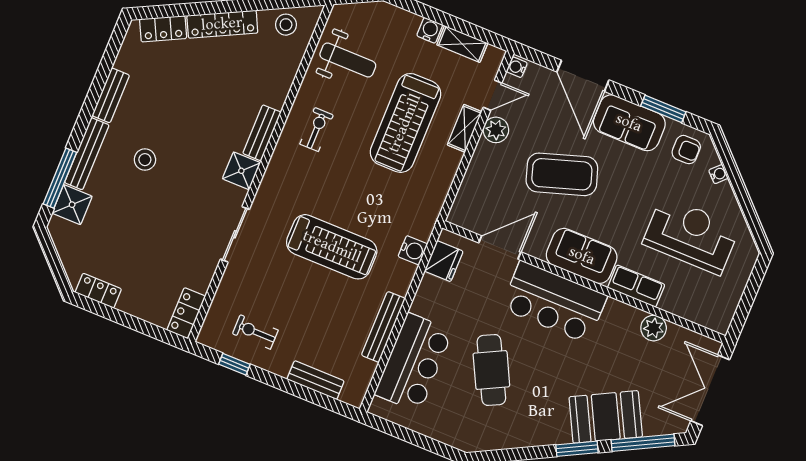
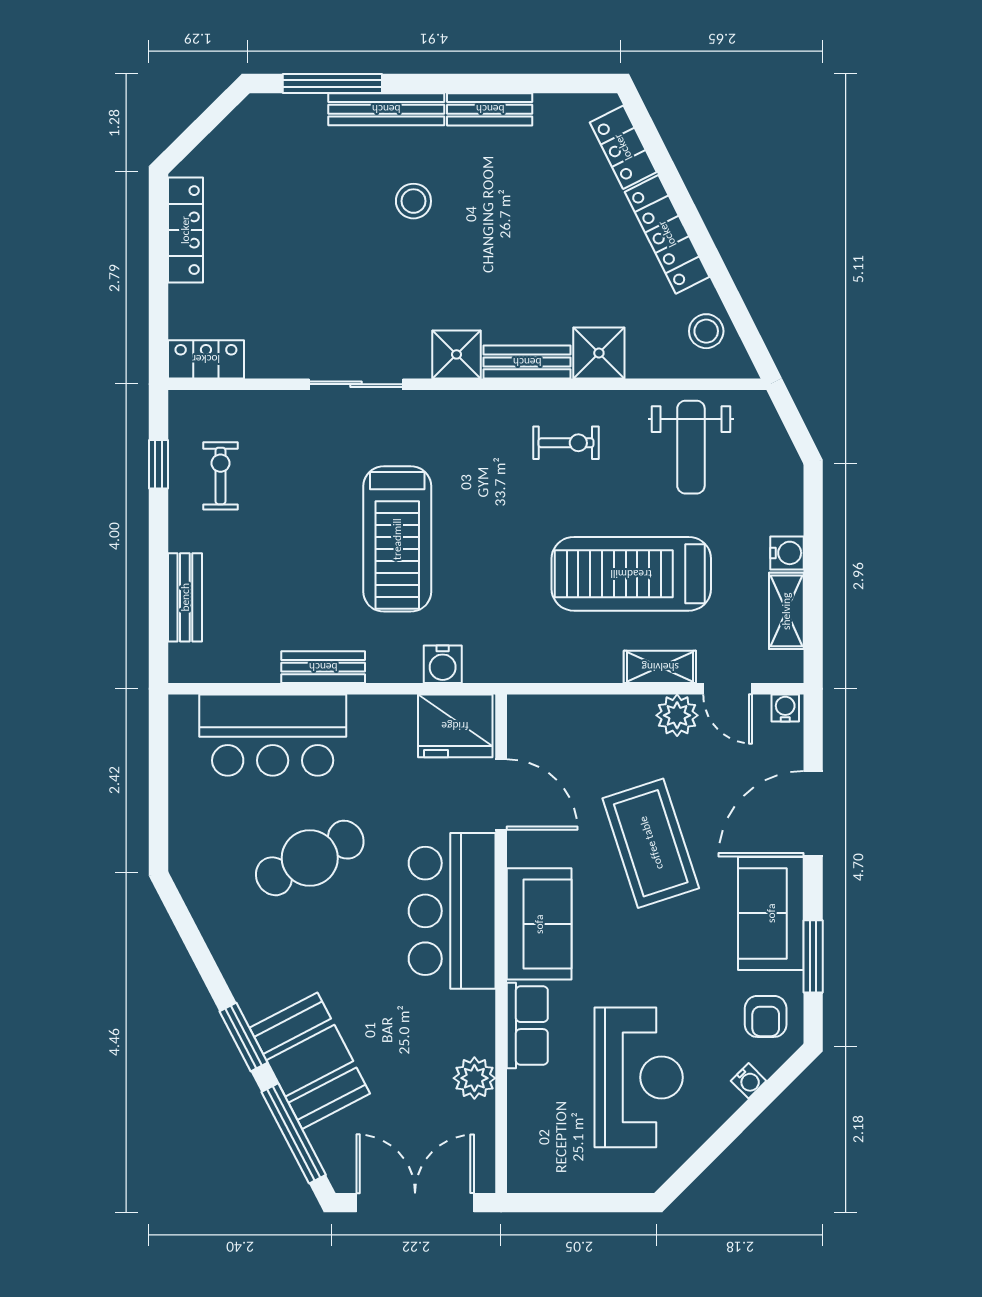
shower: (72, 205) -> (599, 353), moved
fridge: (444, 261) -> (455, 726), width x1.36, depth x1.34
locker: (98, 291) -> (185, 230), width x1.53
bench: (383, 327) -> (323, 667), width x0.73

